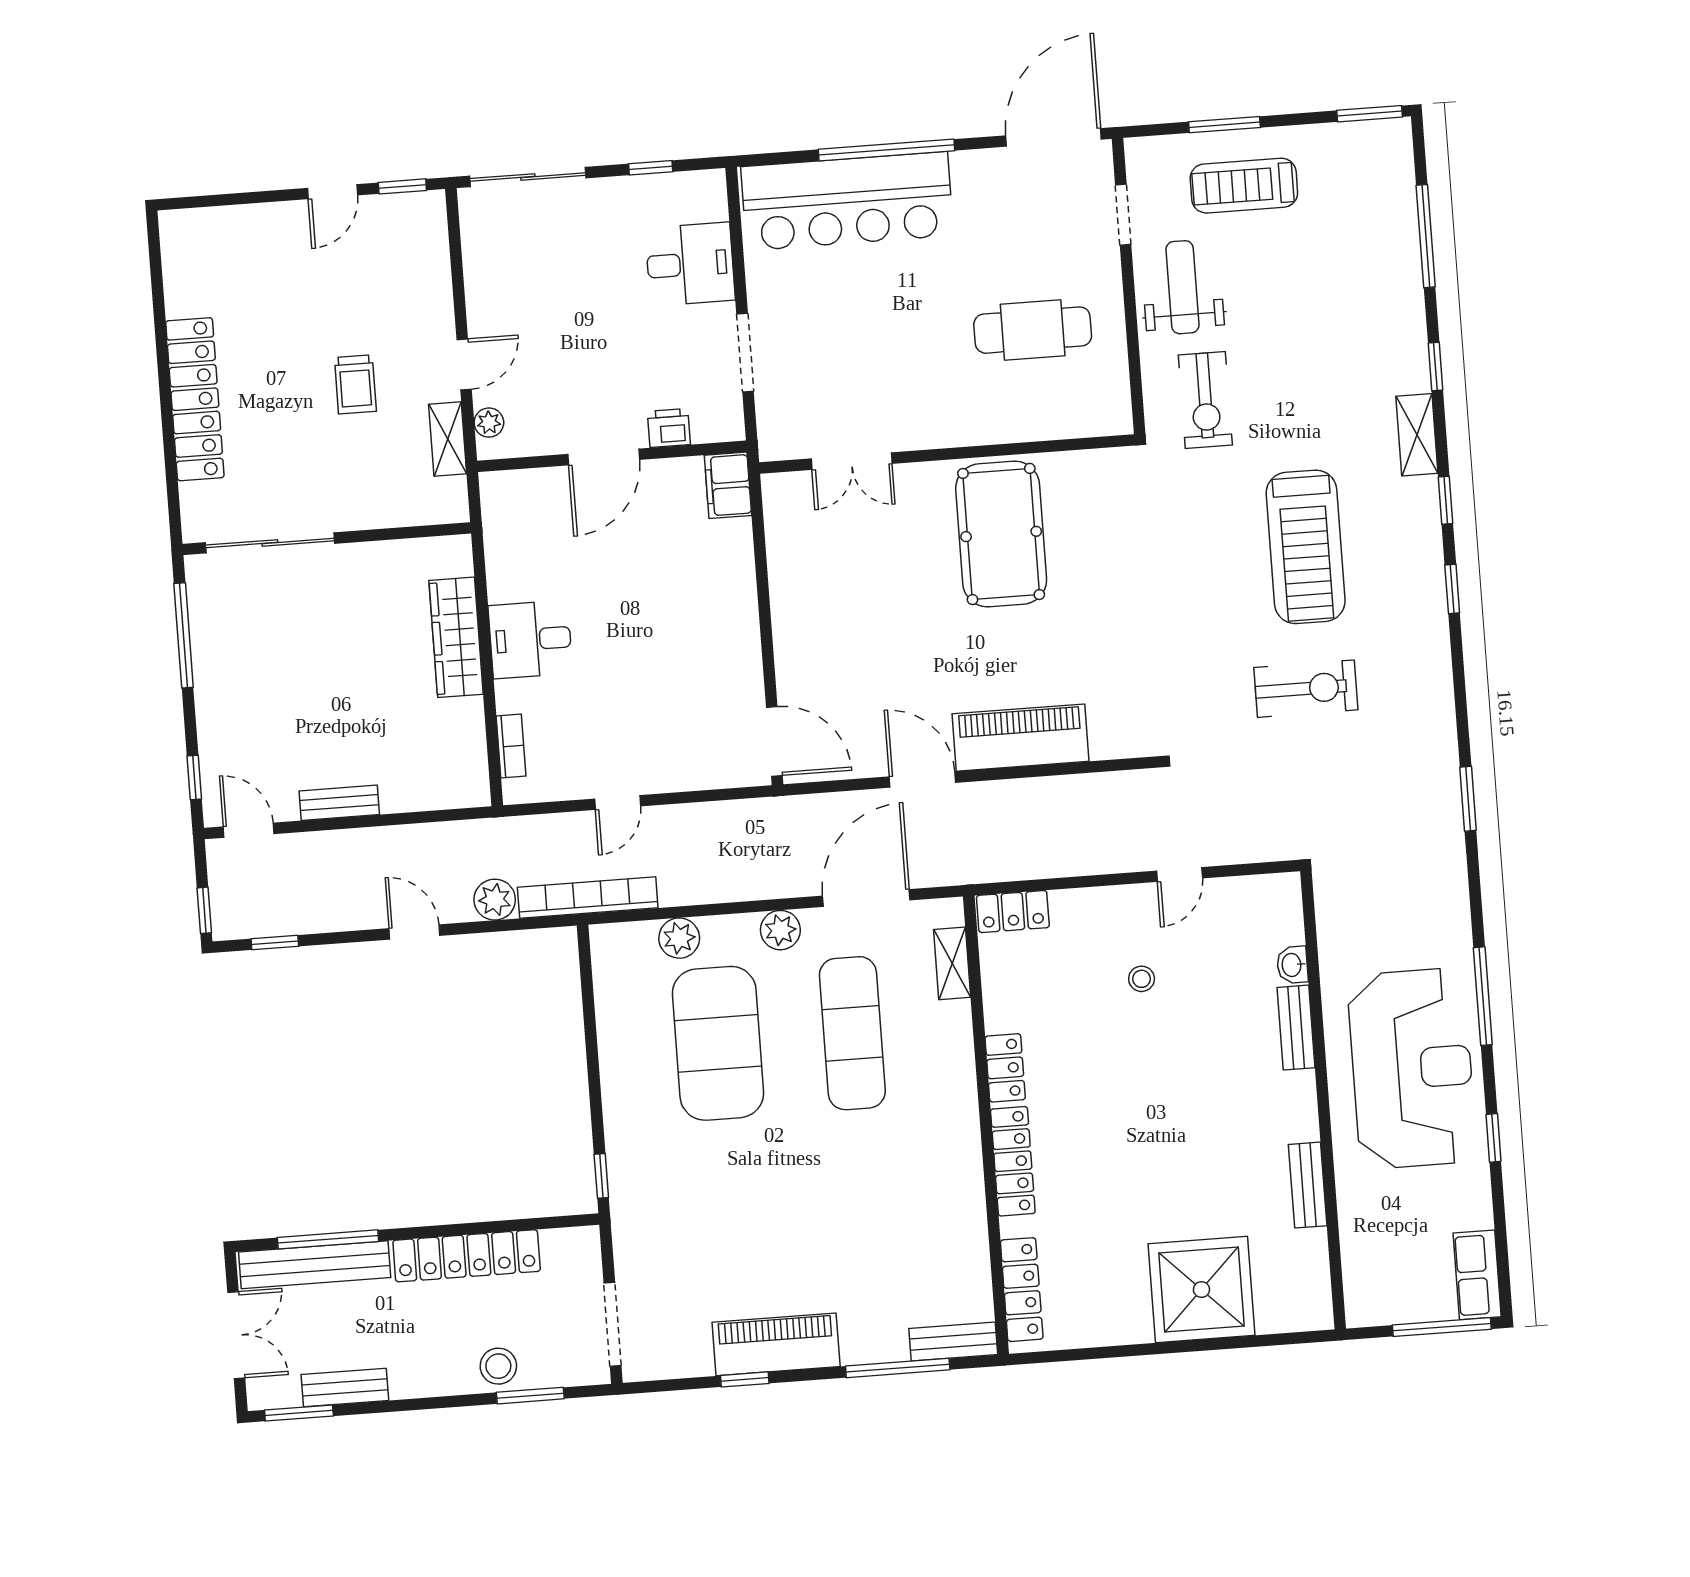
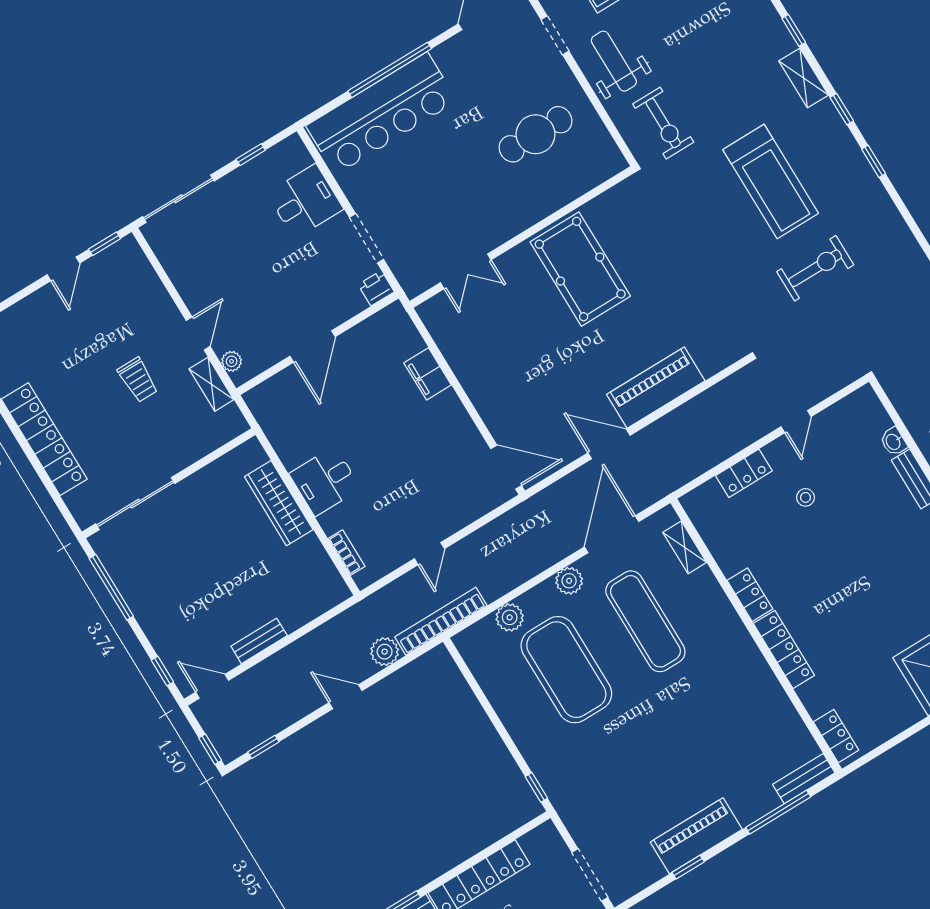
printer: (669, 428) -> (376, 288), moved
filing cabinet: (728, 485) -> (428, 374), moved
locker: (1013, 912) -> (744, 473), moved
locker: (1022, 1290) -> (836, 736), width x0.66

